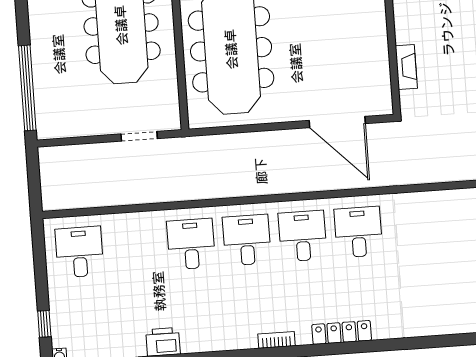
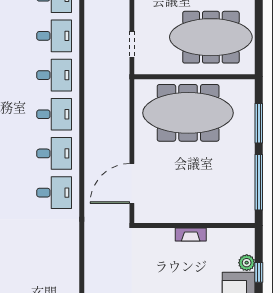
fireplace: (406, 67) -> (191, 234), moved
desk: (135, 248) -> (54, 36), added

